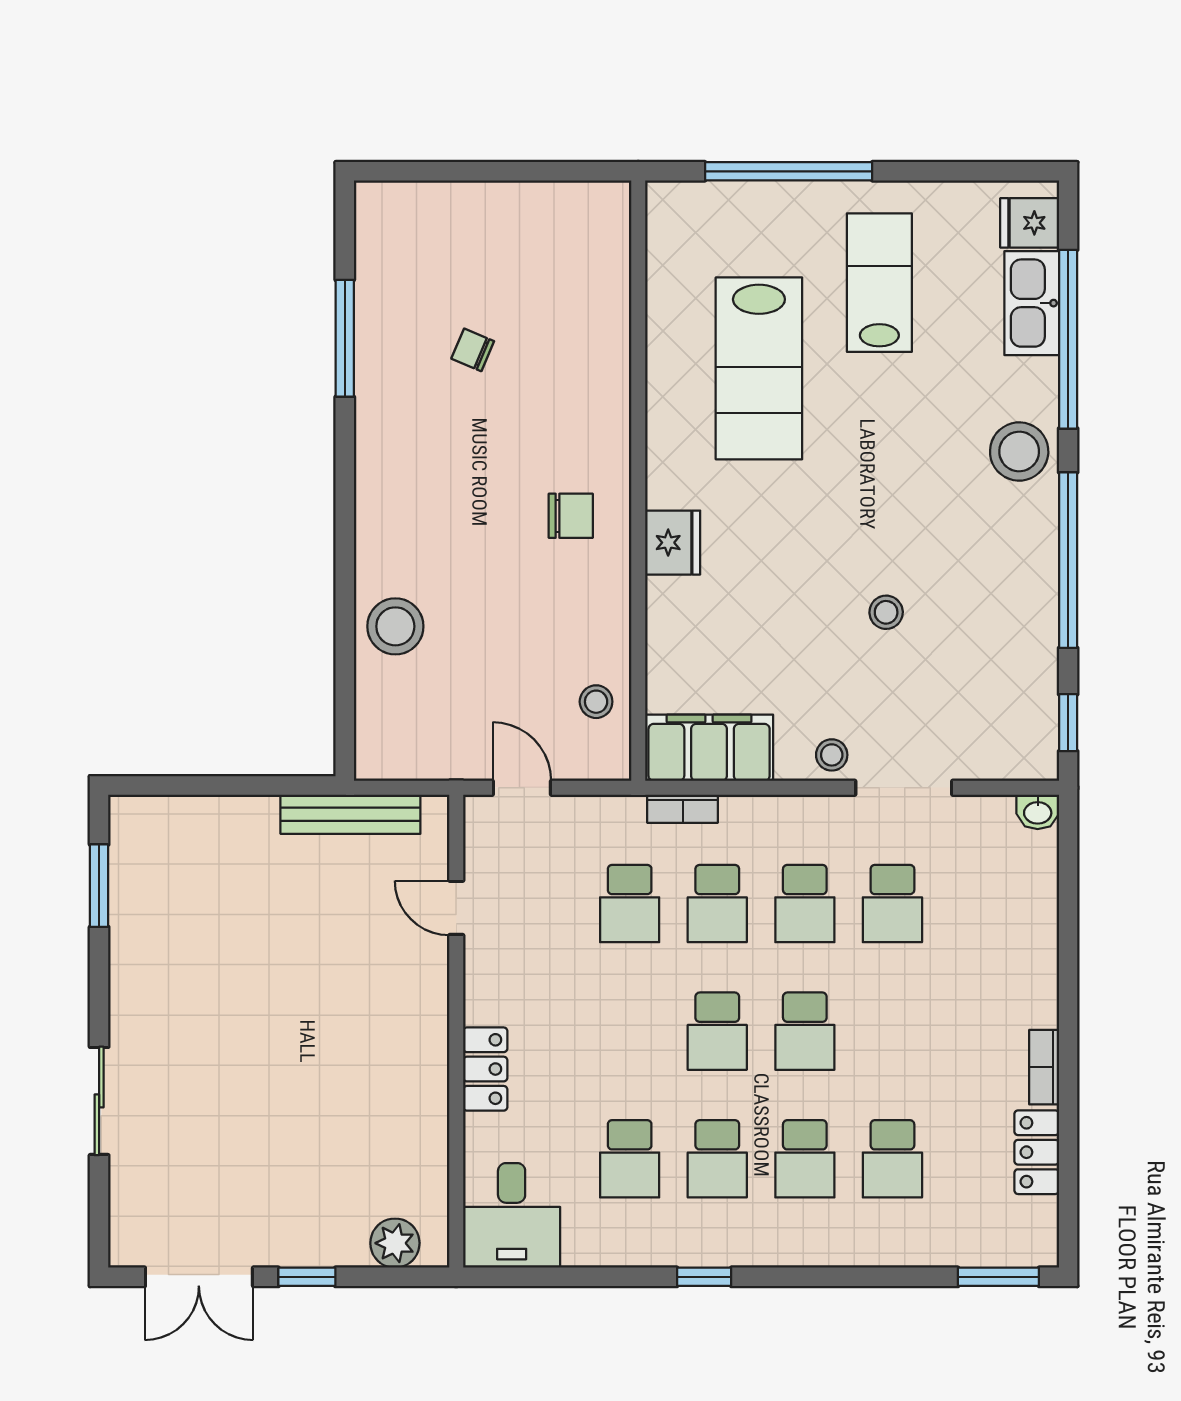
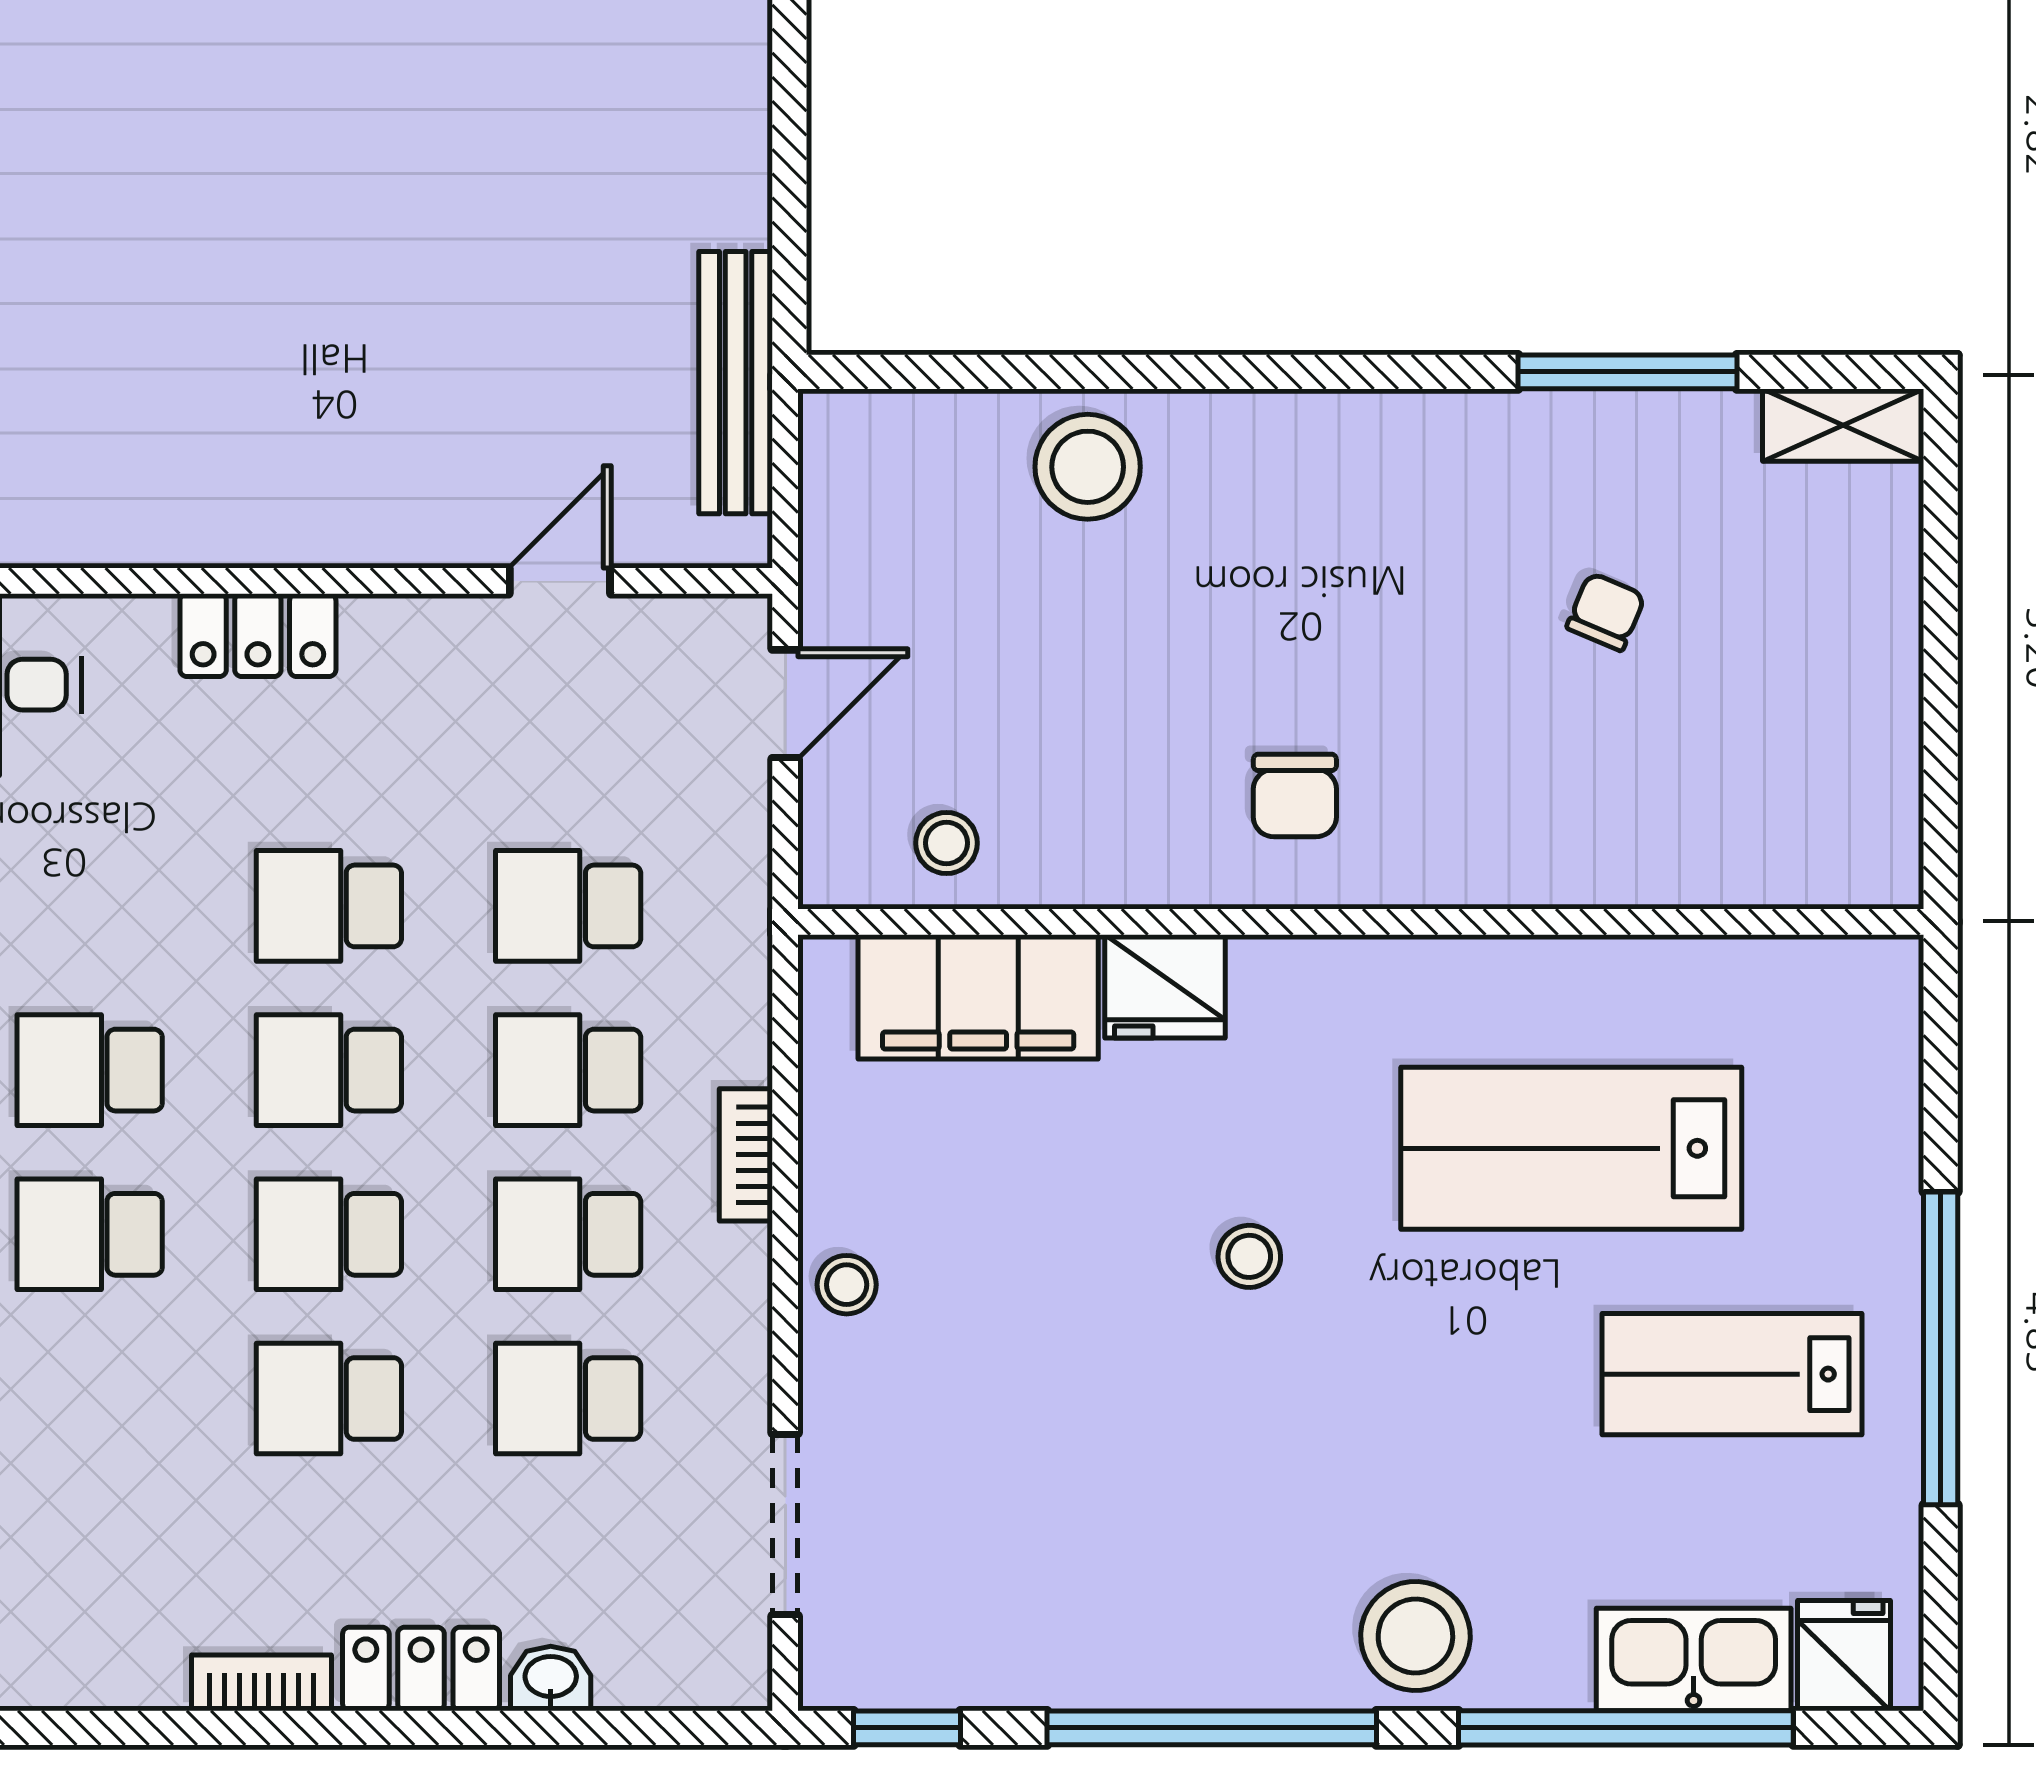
window: (789, 171) -> (1941, 1348), moved
shelving: (373, 223) -> (1843, 425), added
lab bench: (879, 283) -> (1732, 1374), turned 180
fridge: (673, 543) -> (1165, 986), moved
stool: (886, 612) -> (1249, 1256), moved
filing cabinet: (709, 748) -> (978, 997), moved, turned 90
doorway: (904, 788) -> (785, 1525), moved
bookcase: (683, 809) -> (746, 1155), moved
washbasin: (1038, 812) -> (551, 1678), moved, turned 90
locker: (1037, 1152) -> (421, 1669), moved
school desk: (630, 1159) -> (329, 906), moved
school desk: (892, 1159) -> (329, 1398), moved

